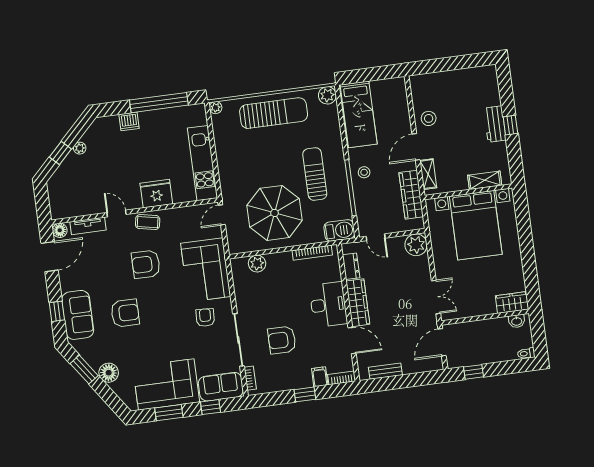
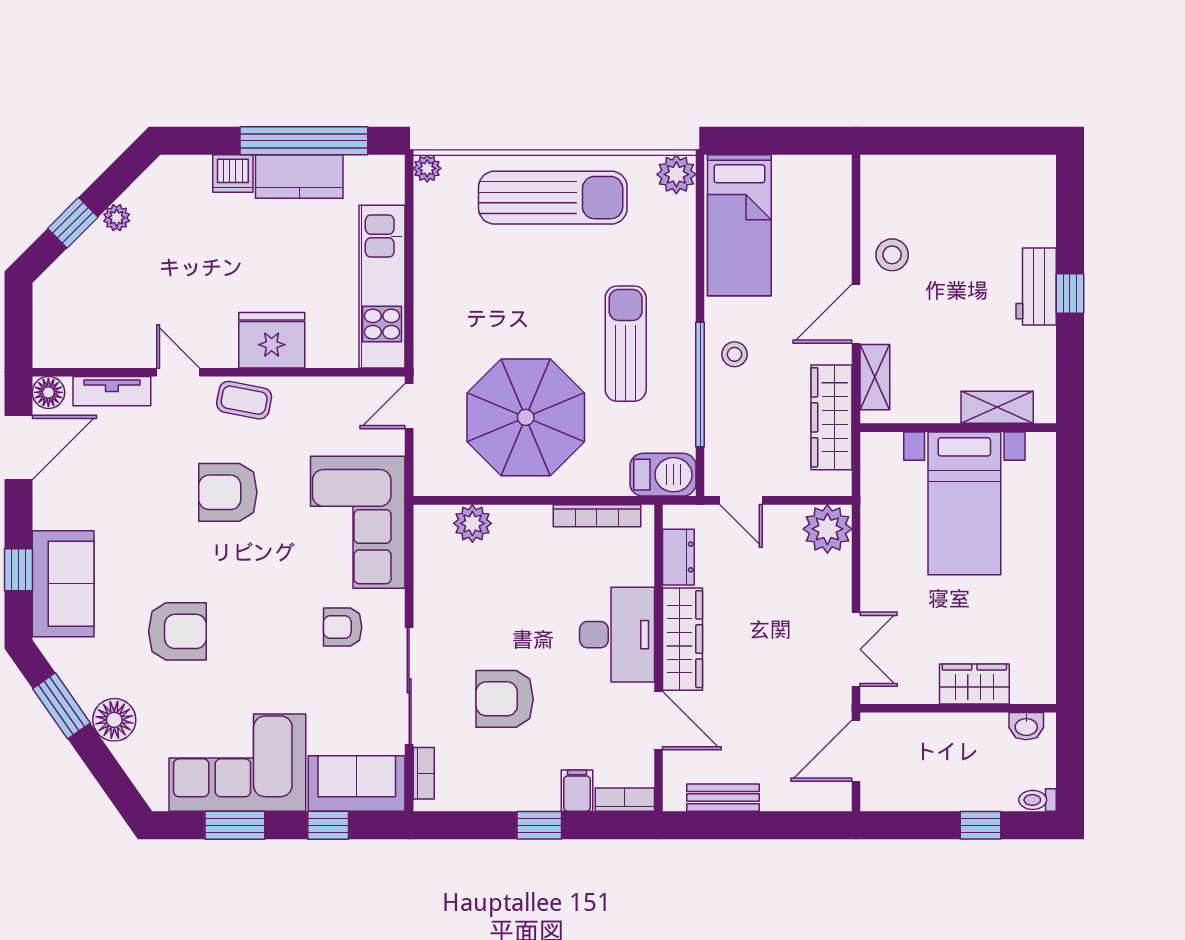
kitchen counter: (159, 119) -> (299, 177), added
bed with nightstands: (476, 225) -> (964, 503), width x0.73
wardrobe: (512, 303) -> (974, 684), moved
armchair: (125, 313) -> (177, 631), moved
armchair: (205, 318) -> (343, 627), turned -93
window: (473, 372) -> (981, 825), moved

